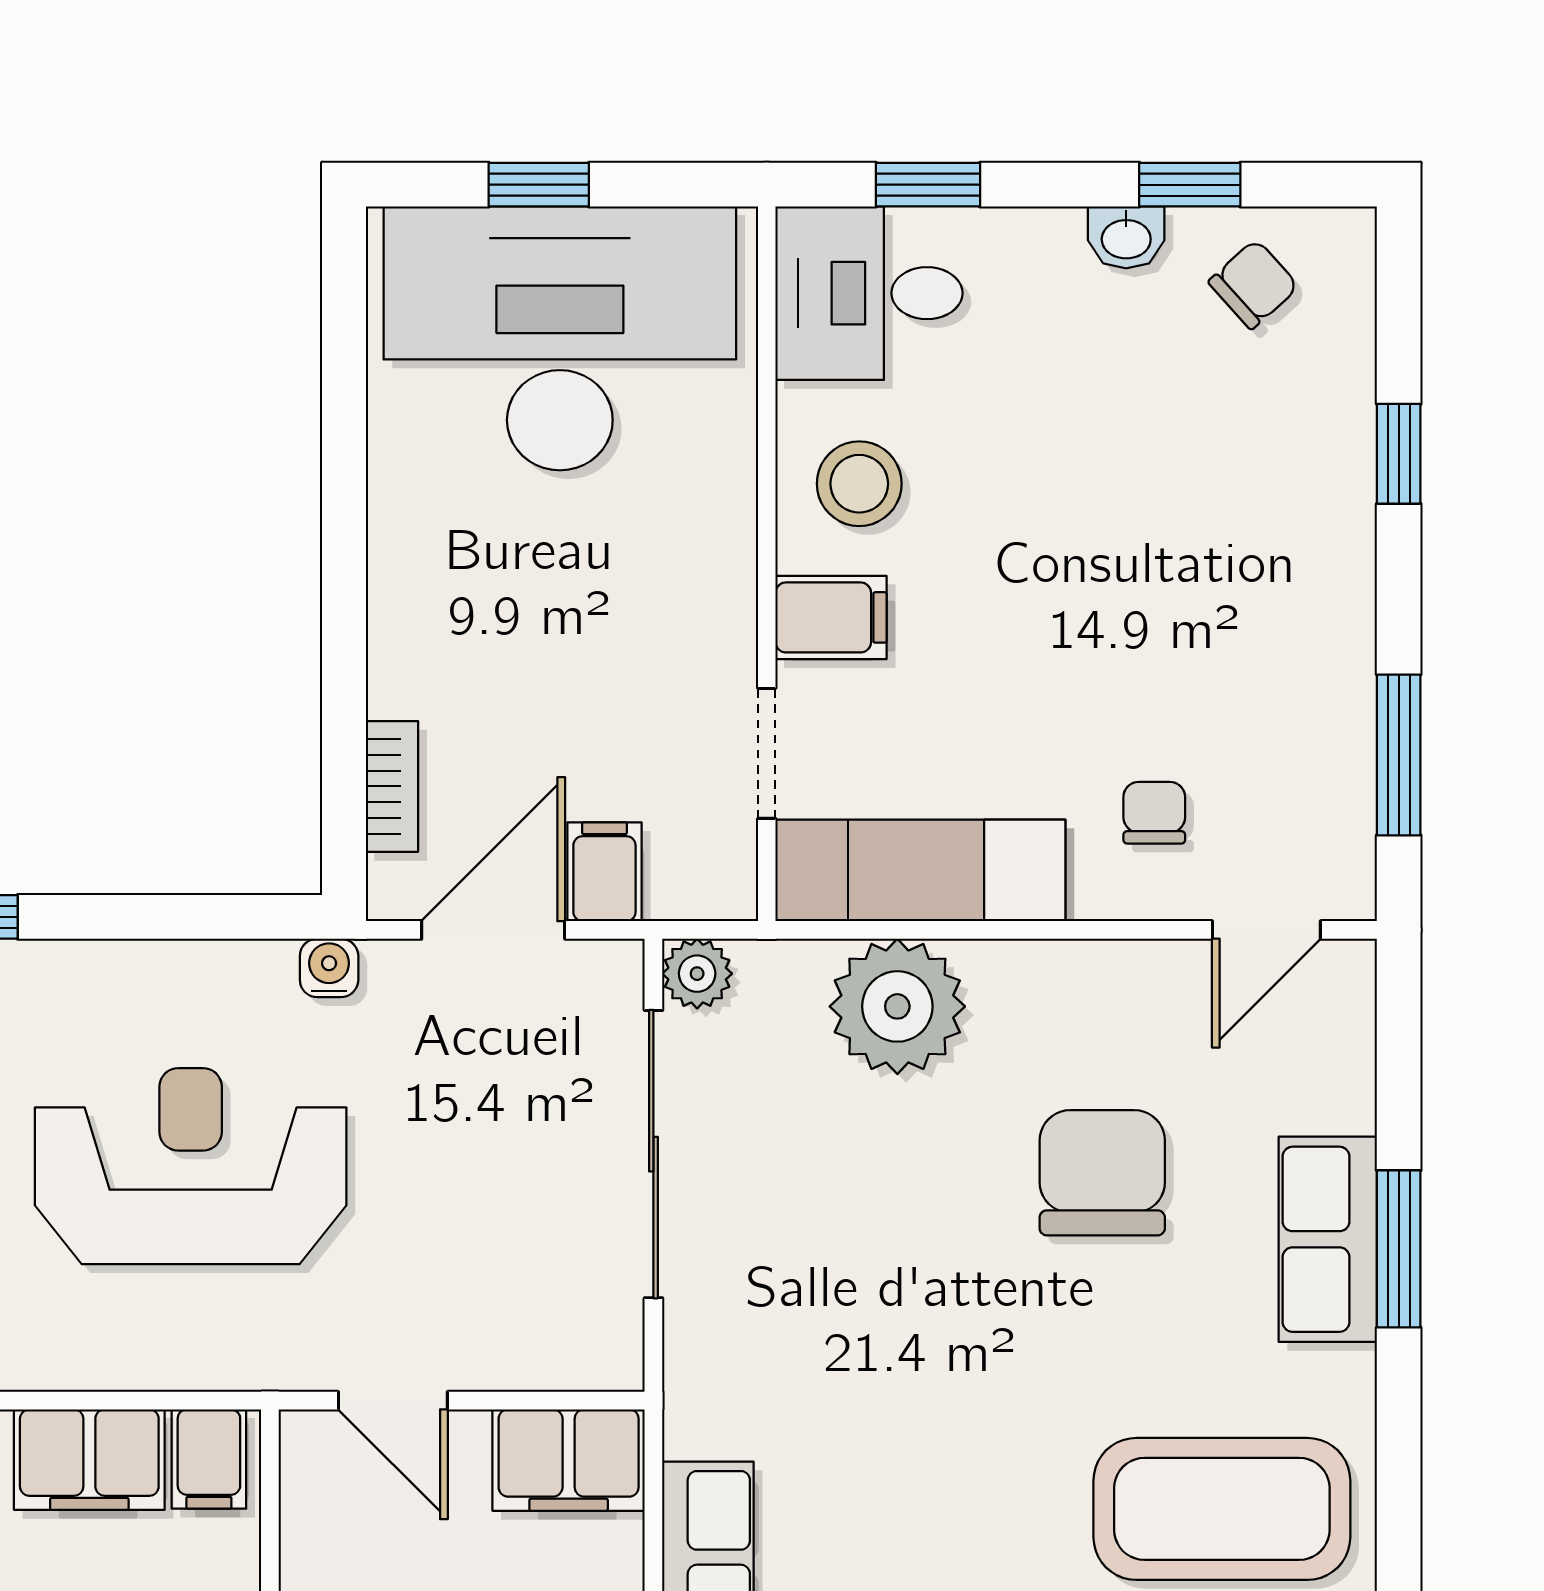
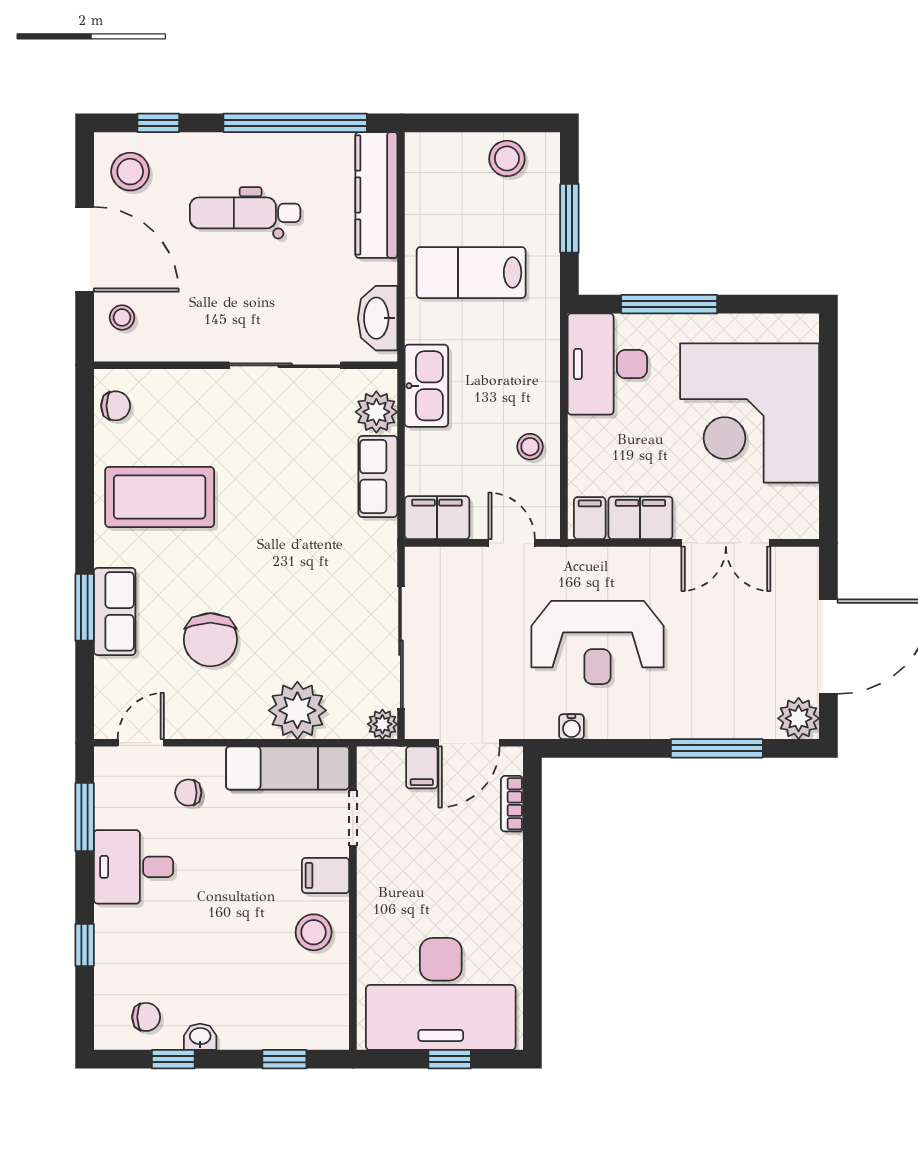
chair: (1254, 284) -> (146, 1017), turned -138
desk: (869, 293) -> (133, 867), moved, turned 180
chair: (1154, 813) -> (188, 793), turned 90
water cooler: (329, 968) -> (571, 727), moved

